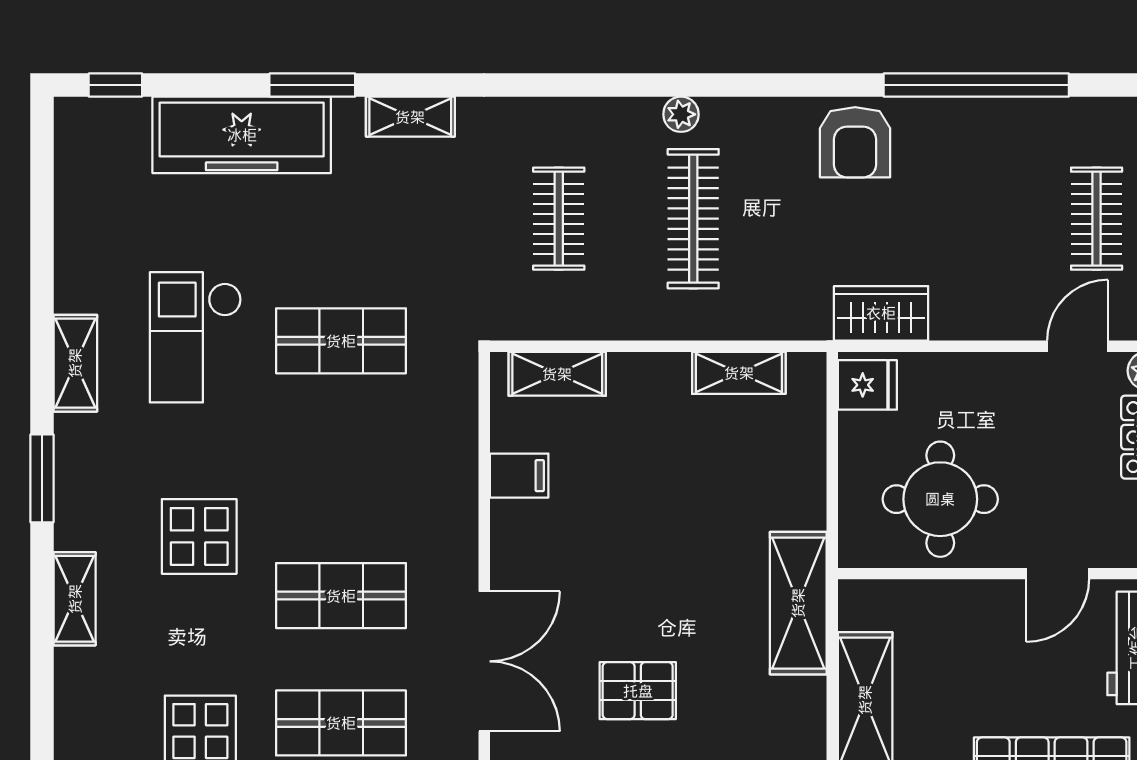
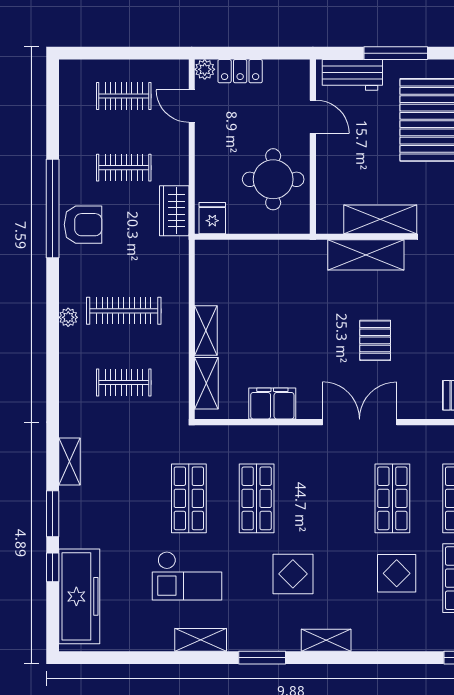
window: (115, 85) -> (53, 567), moved
window: (976, 85) -> (53, 209), moved
freezer: (242, 135) -> (79, 596), moved
clothes rail: (962, 219) -> (124, 168), added
shelving: (739, 373) -> (206, 330), moved
filing cabinet: (519, 476) -> (272, 404), width x2.00
shop shelf: (341, 596) -> (257, 498), moved
shelving: (798, 603) -> (366, 255), moved

